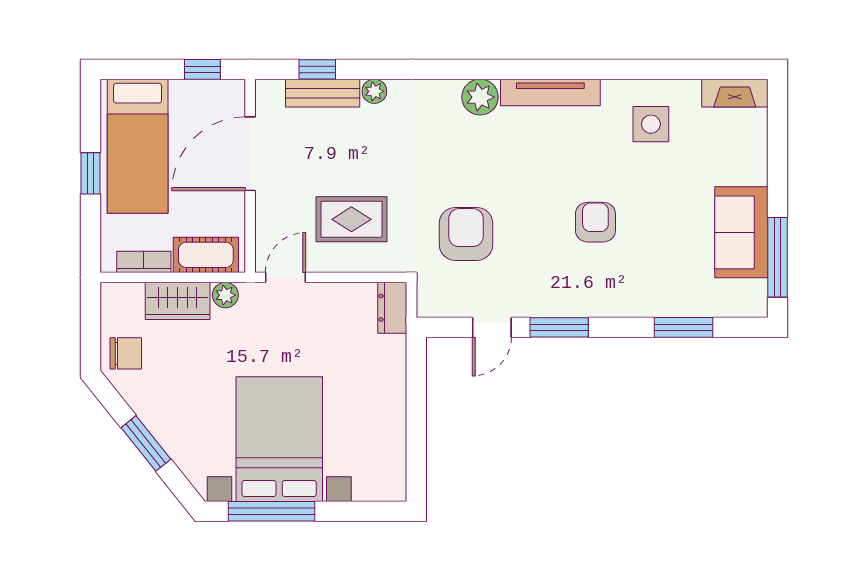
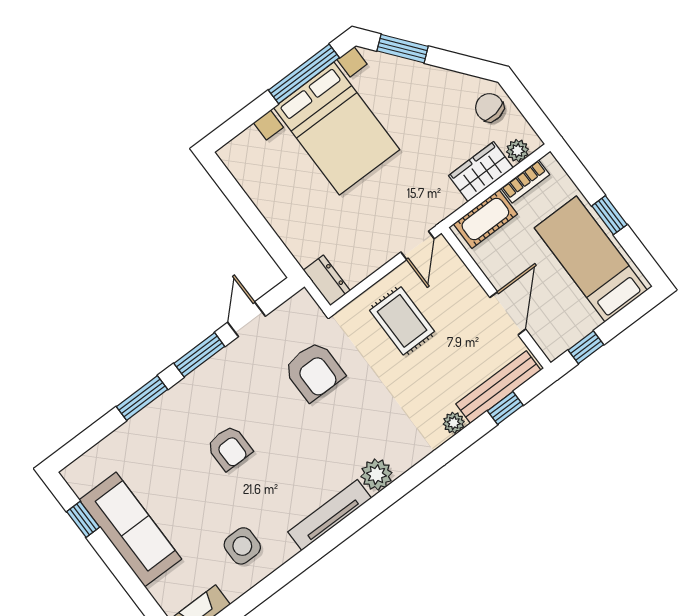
bench: (323, 93) -> (498, 387), width x1.36
door: (250, 154) -> (508, 313), width x0.73
rug: (351, 219) -> (402, 321), turned 90
sofa: (741, 232) -> (130, 529), width x1.36
window: (777, 257) -> (83, 519), width x0.46
plant: (225, 295) -> (517, 151), moved
window: (684, 327) -> (142, 398), moved
chair: (126, 353) -> (489, 108), turned 81
window: (146, 443) -> (403, 49), moved

